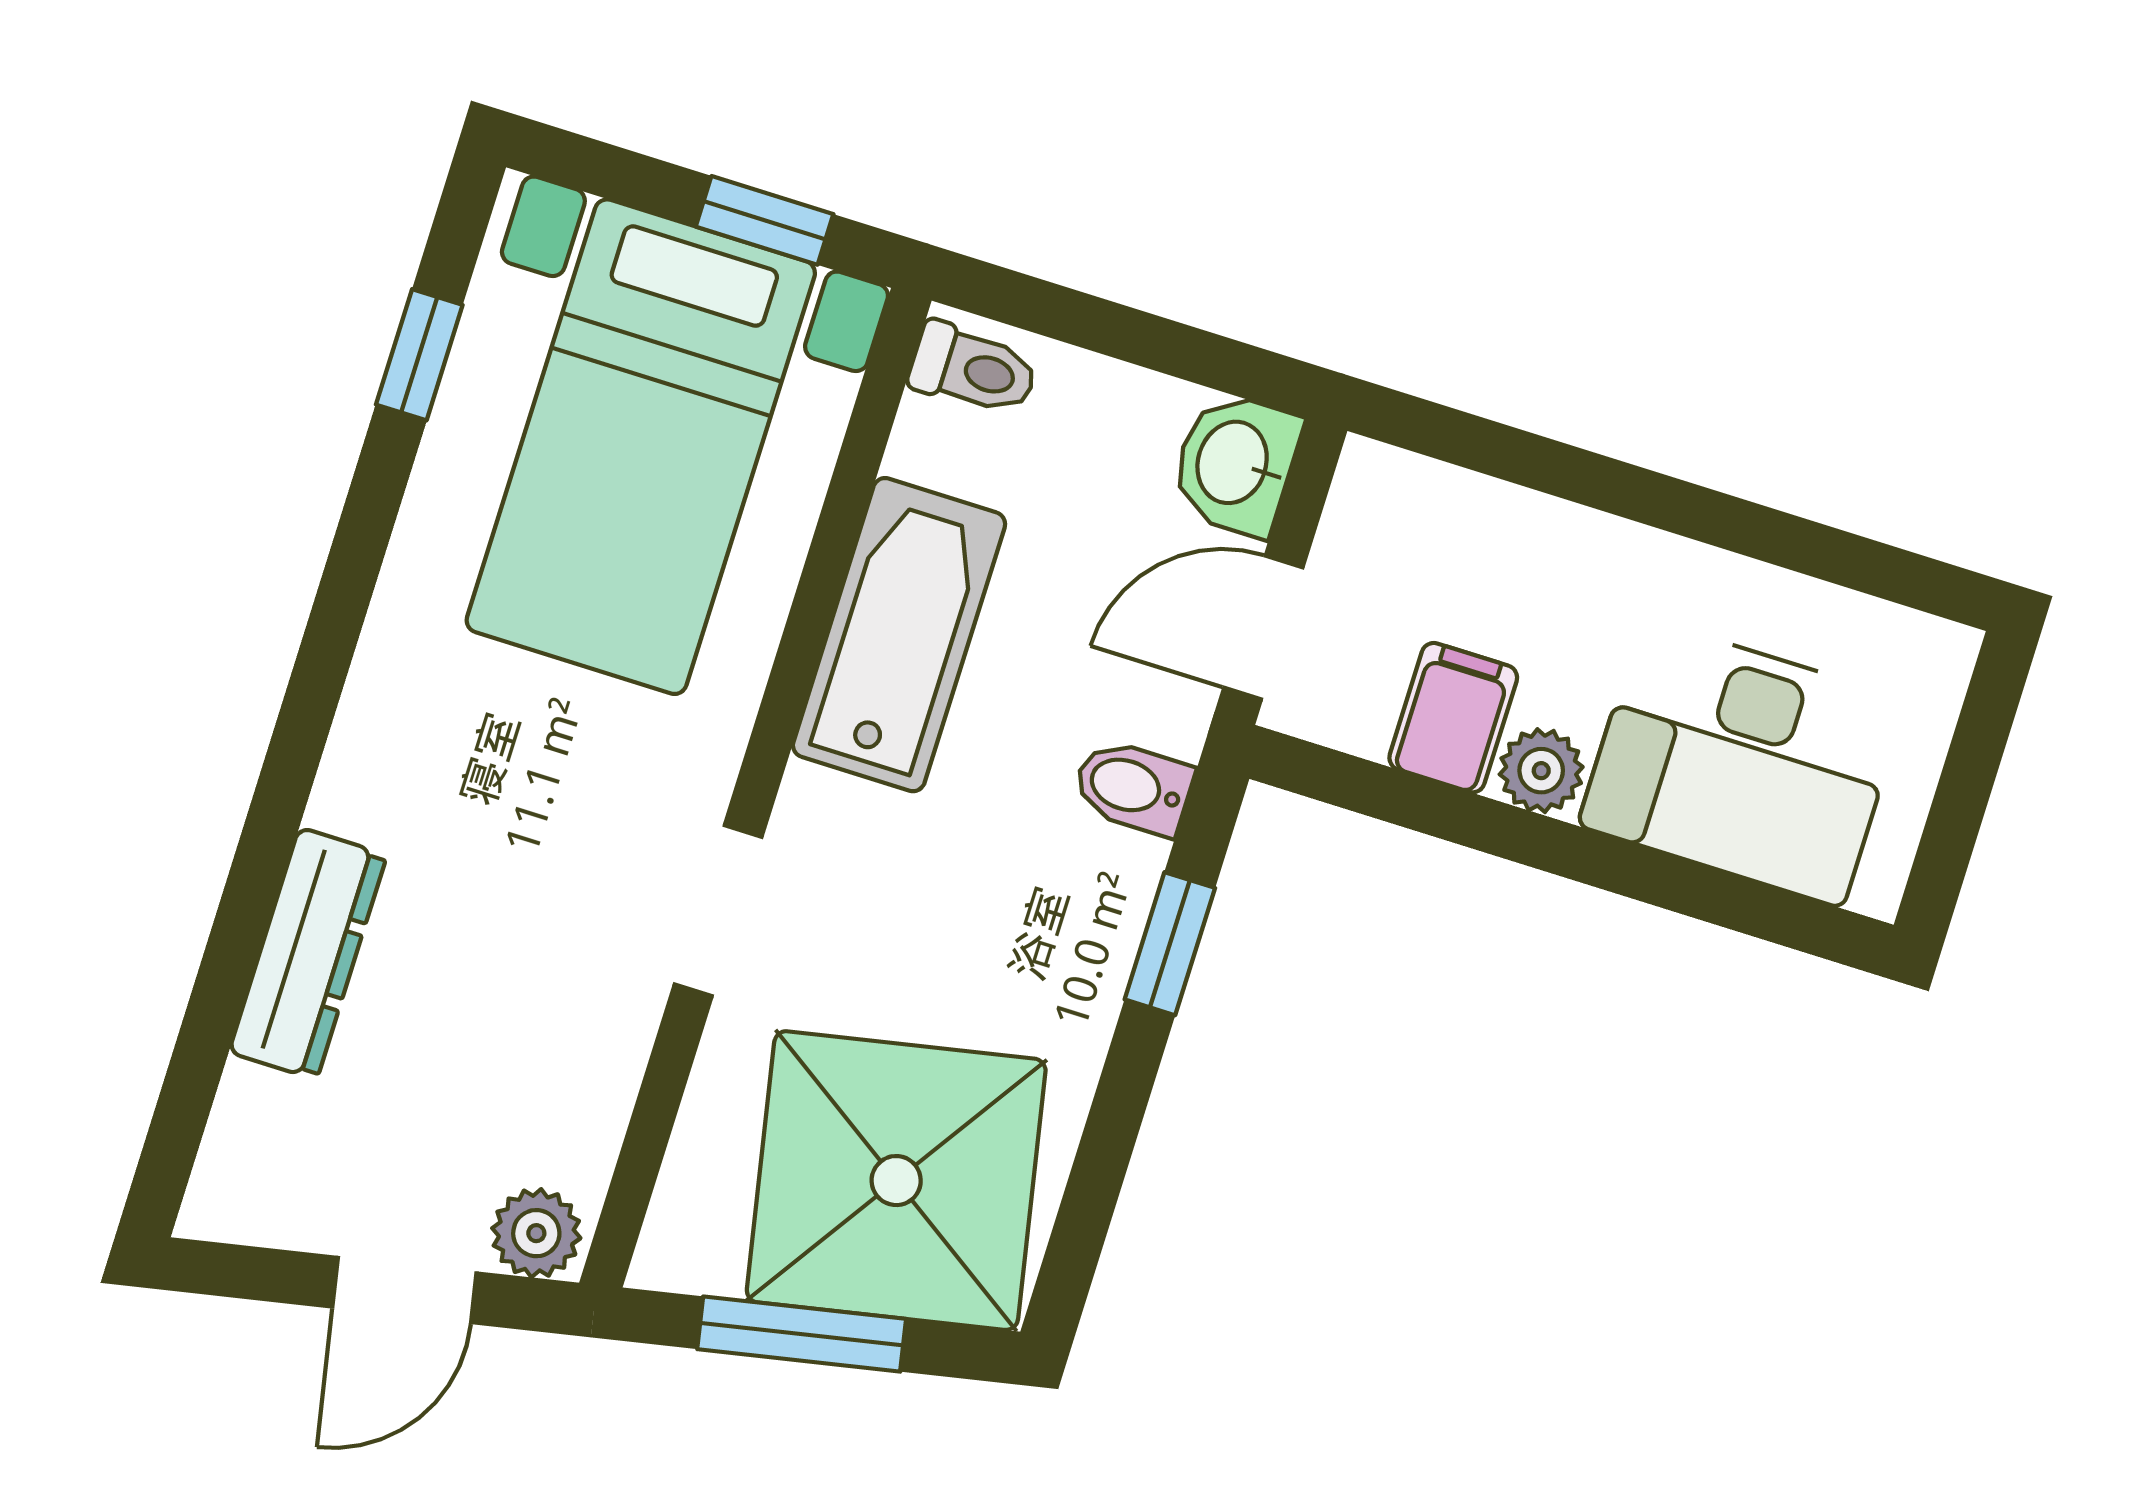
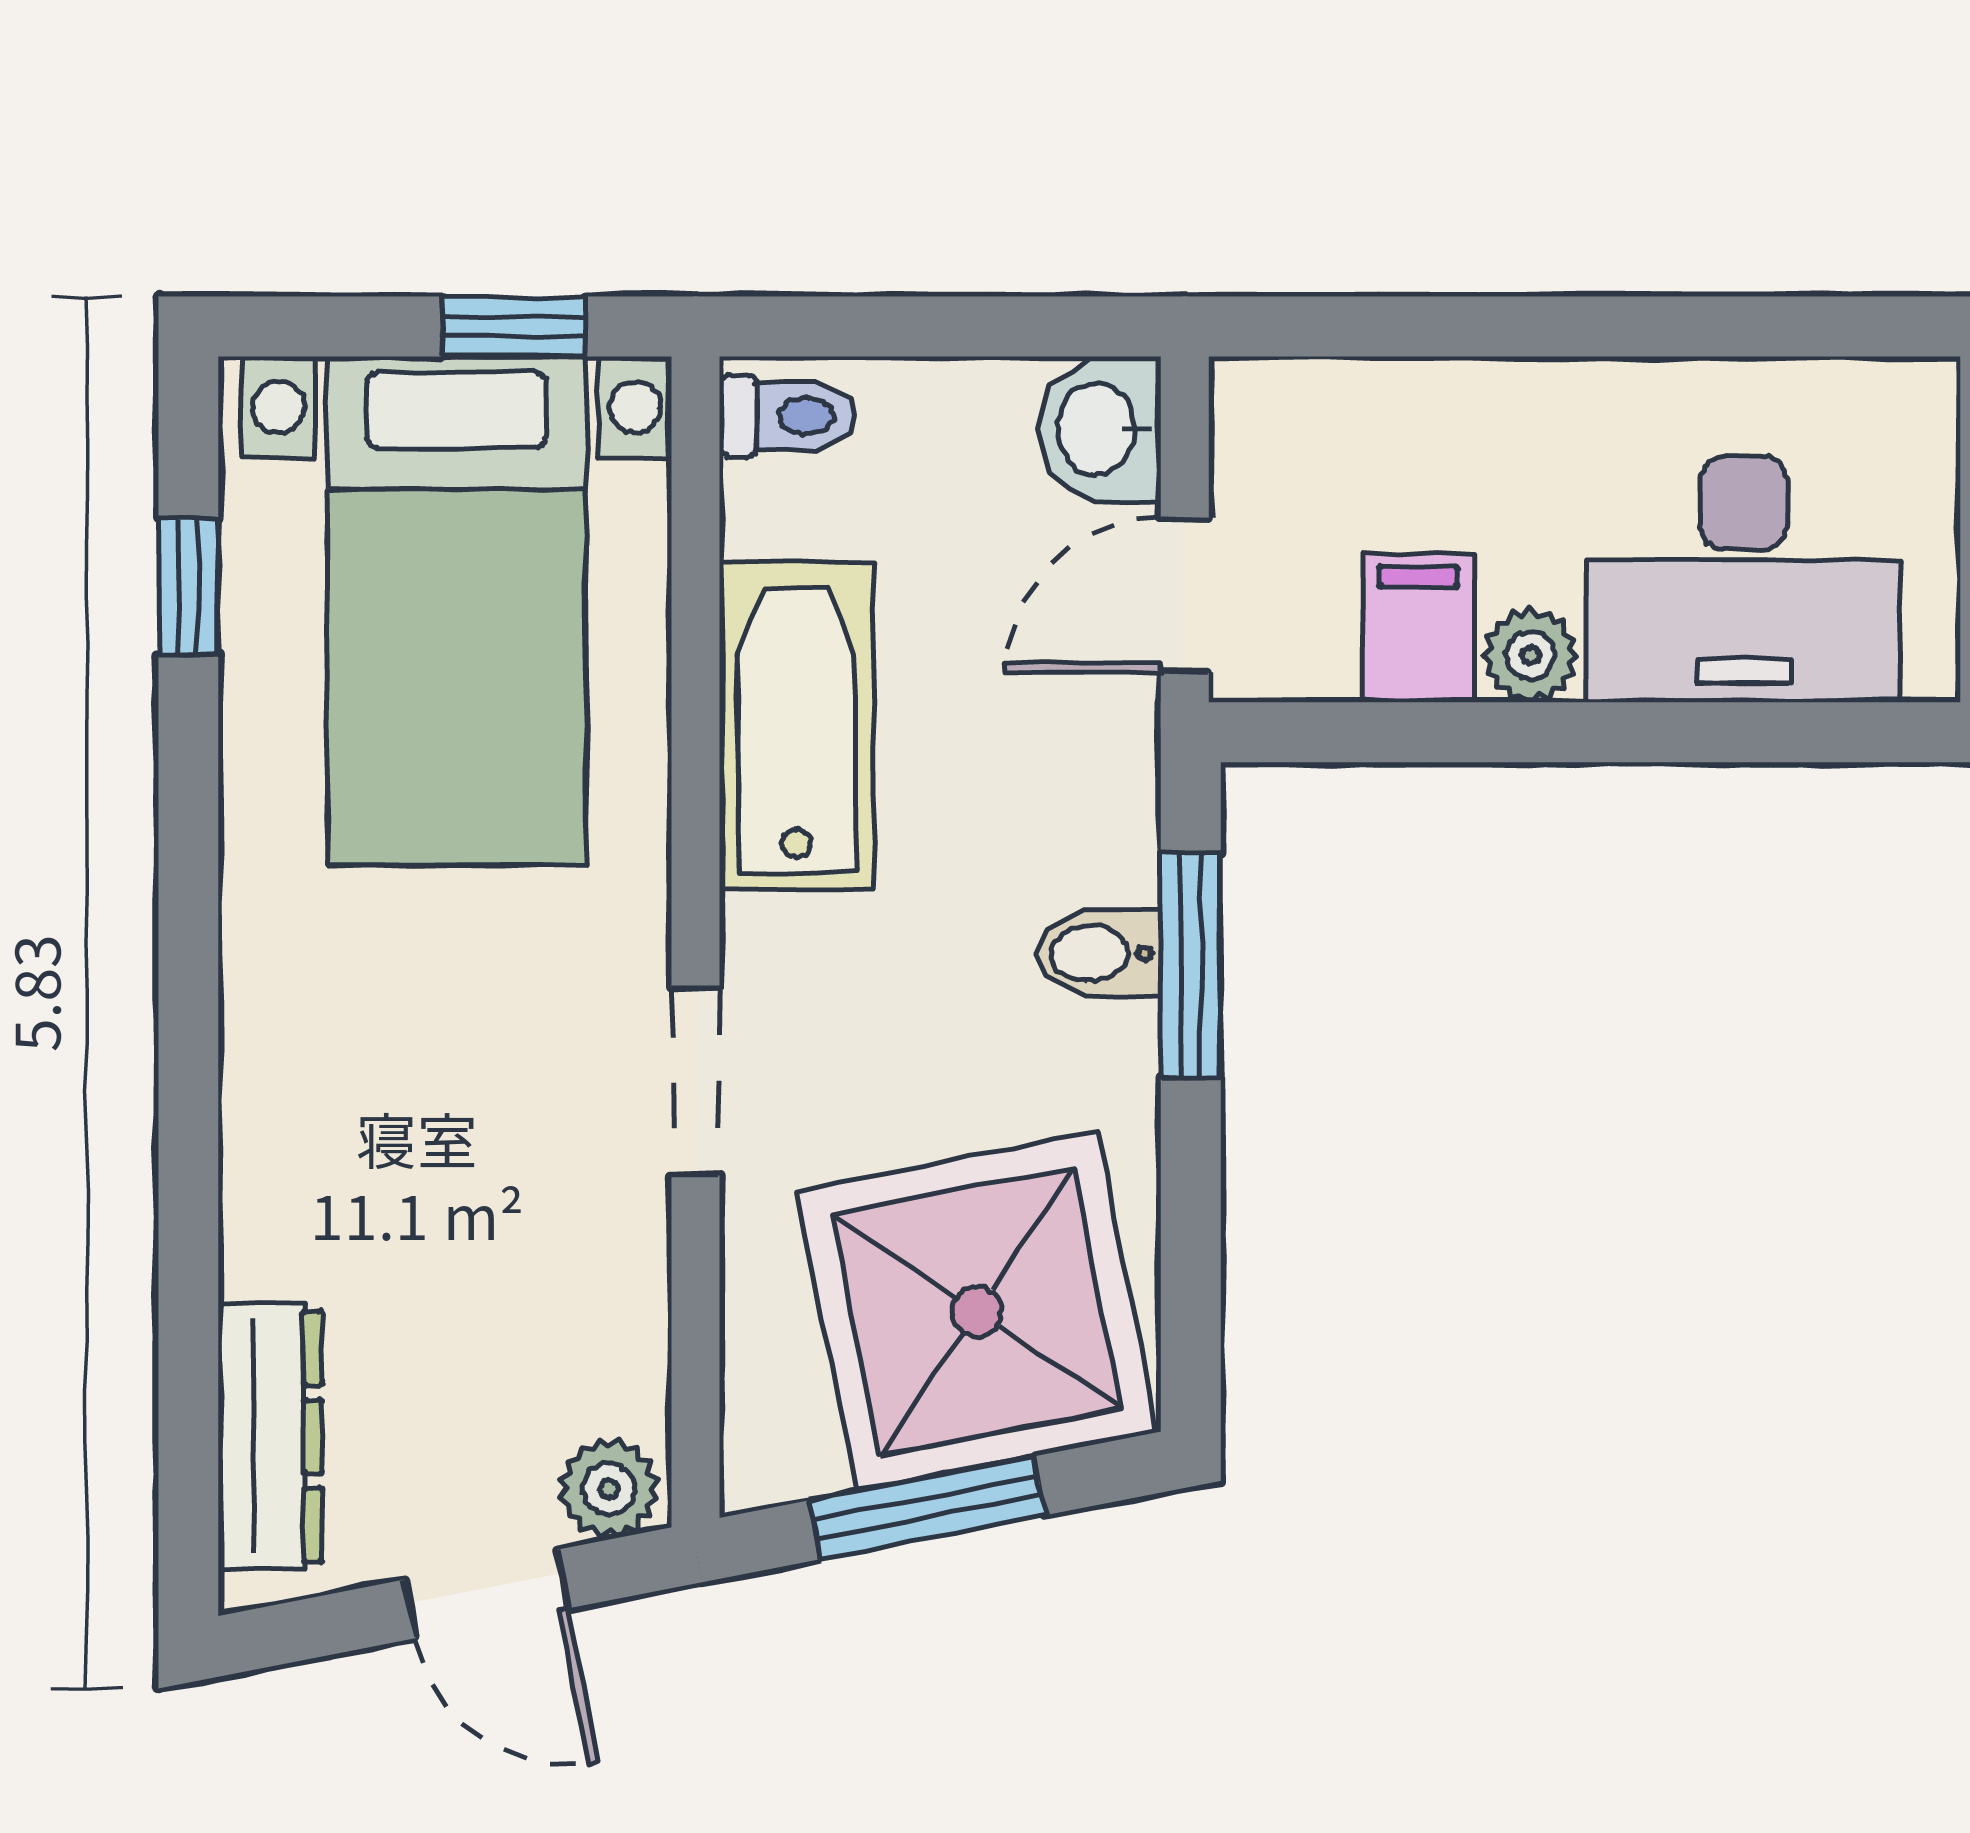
bidet: (1133, 787) -> (1098, 953), moved
window: (1170, 944) -> (1191, 966), width x1.50
dresser: (308, 954) -> (270, 1436), moved
door: (404, 1290) -> (487, 1594), hinge flipped

